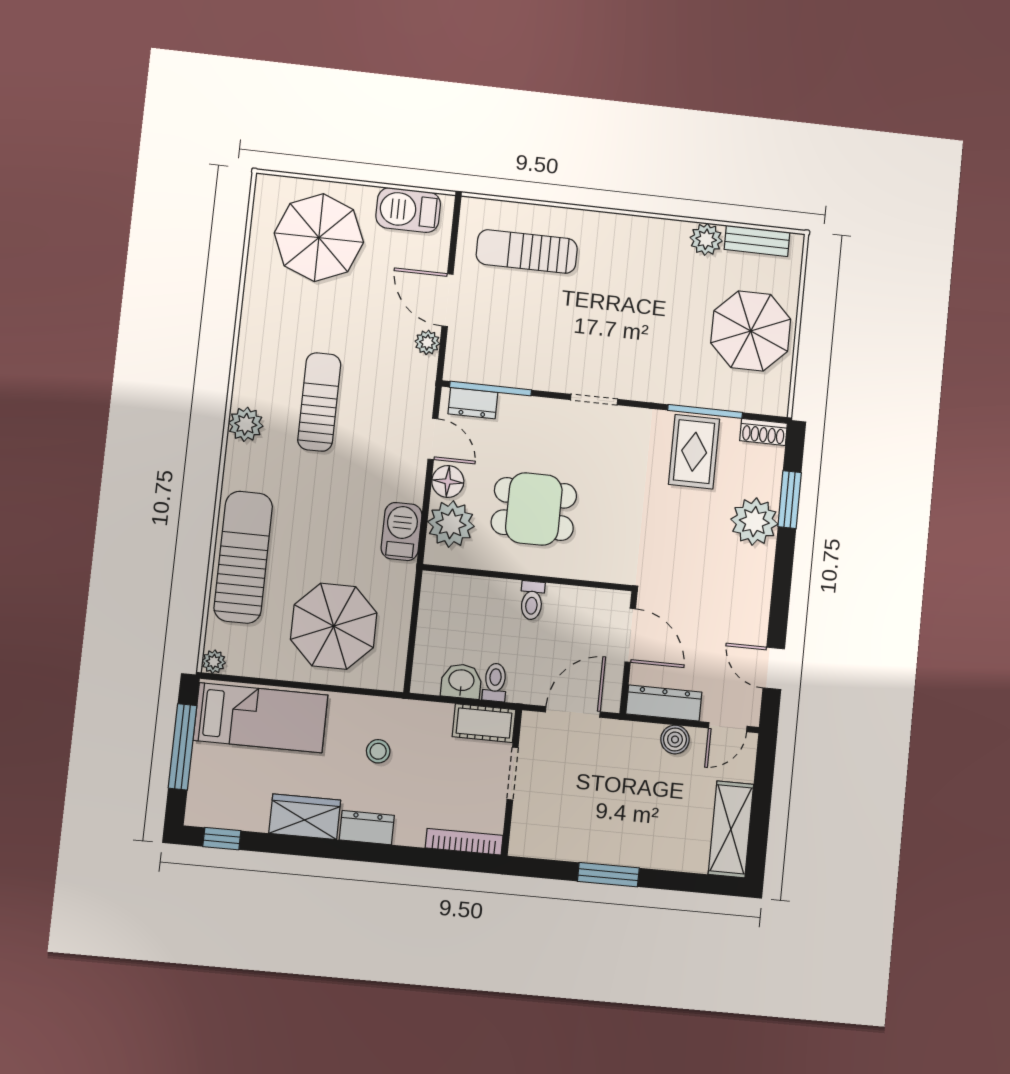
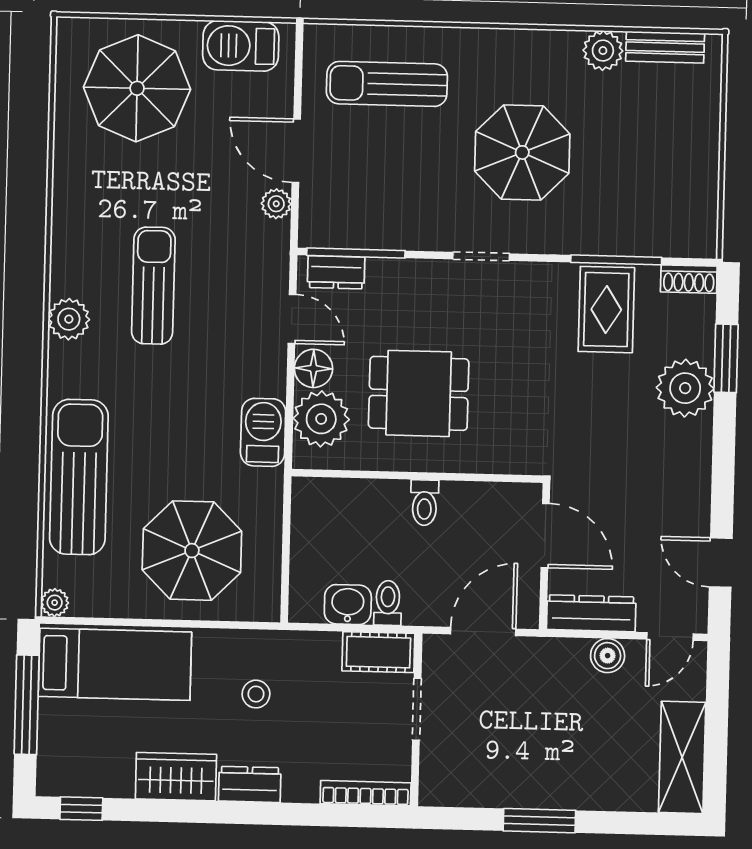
parasol: (751, 331) -> (522, 152), moved

